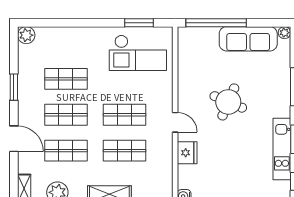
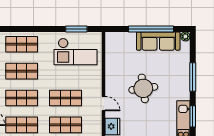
window: (216, 23) -> (151, 29), moved
shop shelf: (66, 43) -> (22, 44), added
round table: (228, 102) -> (143, 88), turned -31

